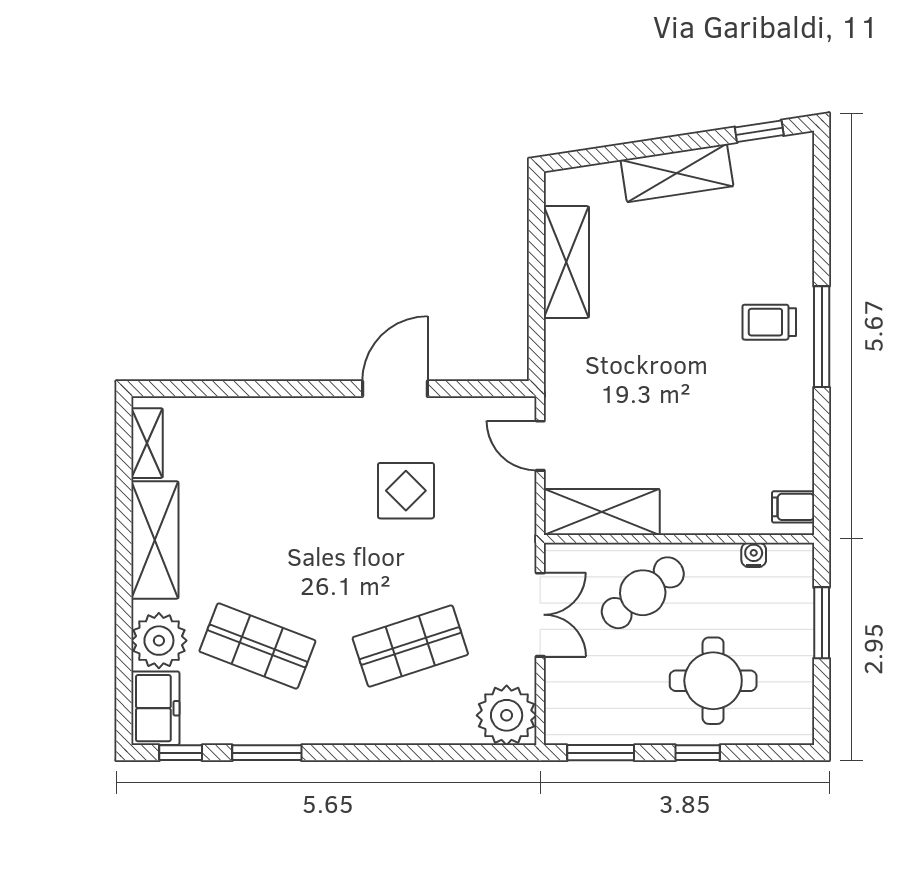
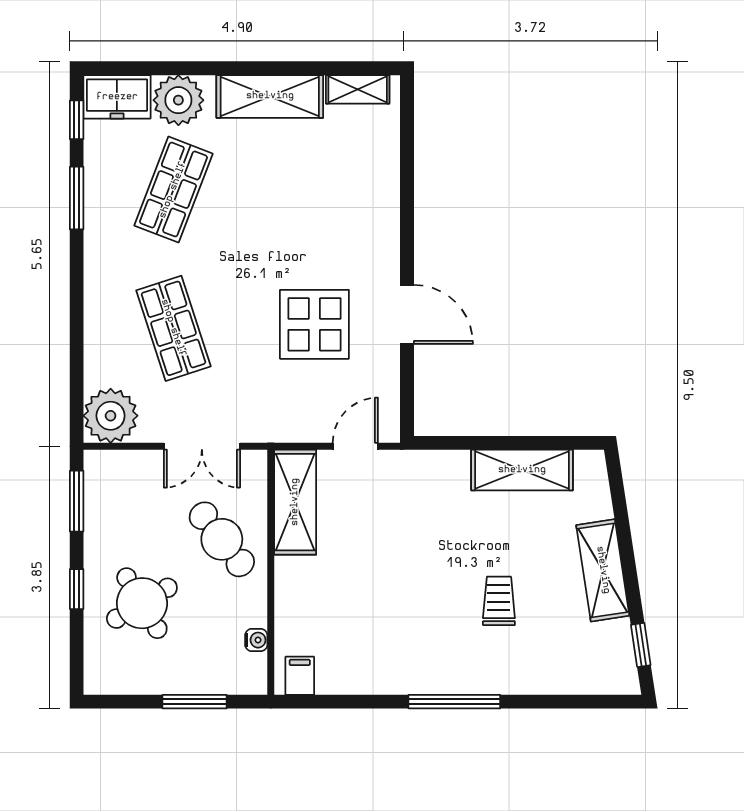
trolley: (769, 322) -> (499, 601), moved
display table: (406, 491) -> (314, 324), width x1.36, depth x1.36
round table: (713, 681) -> (142, 603), turned -31

